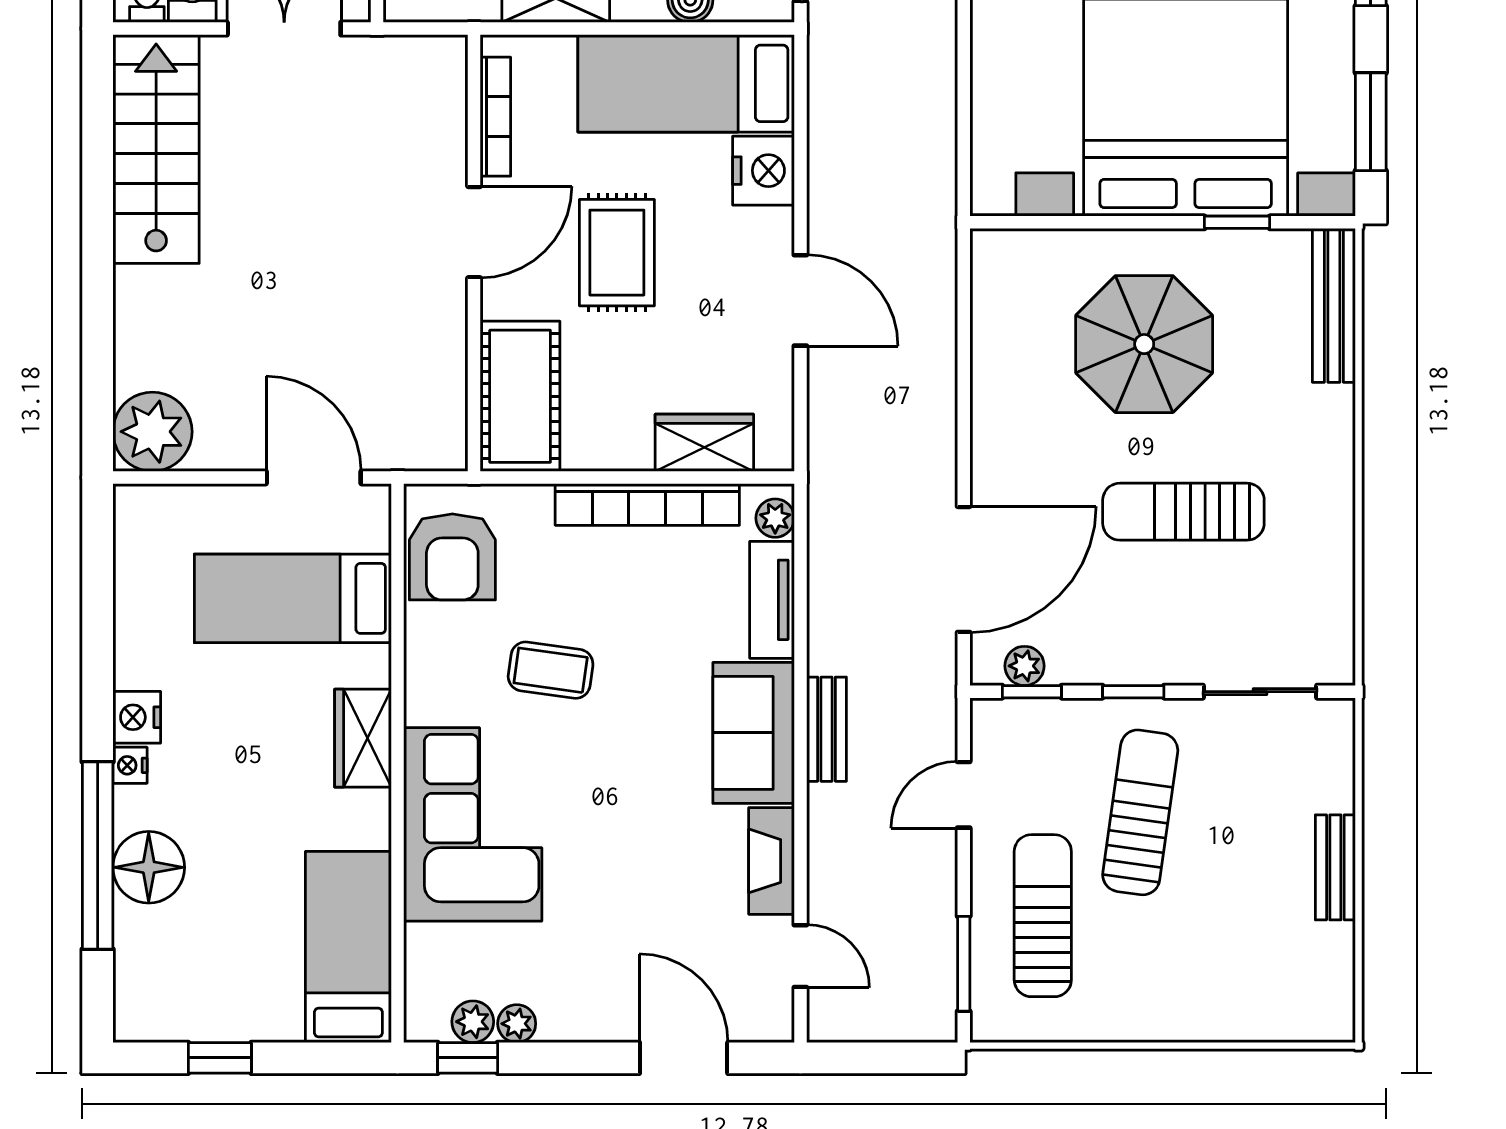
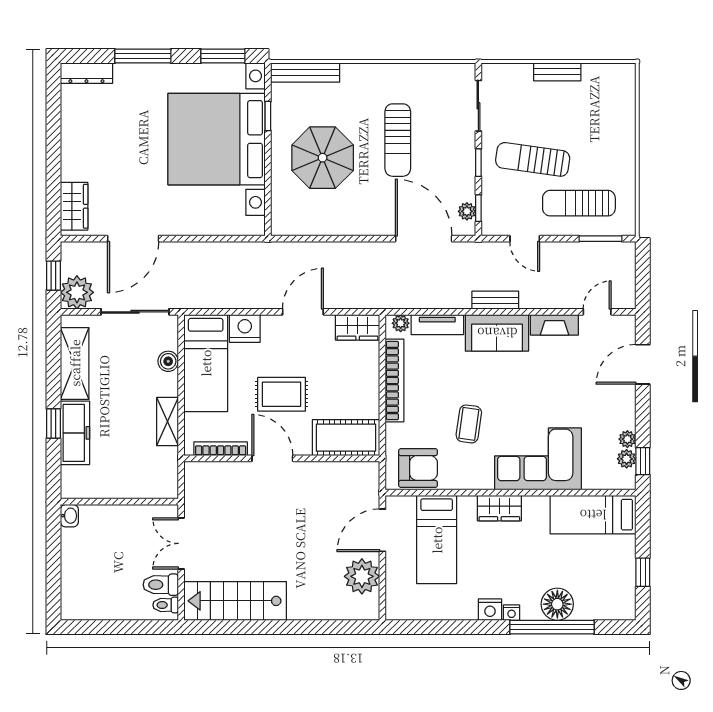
plant: (152, 432) -> (362, 576), moved
wardrobe: (704, 443) -> (358, 327), moved, turned -90

